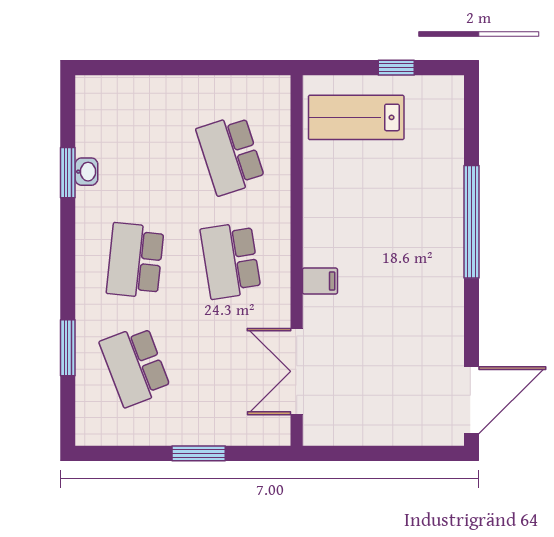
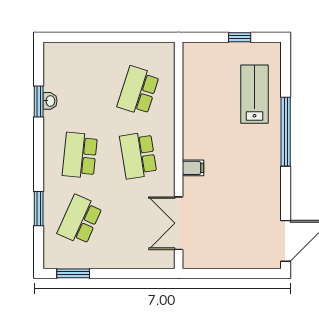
lab bench: (356, 117) -> (255, 94), moved, turned 90
school desk: (231, 155) -> (138, 91), turned 36
school desk: (135, 366) -> (80, 220), turned 45
window: (199, 453) -> (73, 273), moved

